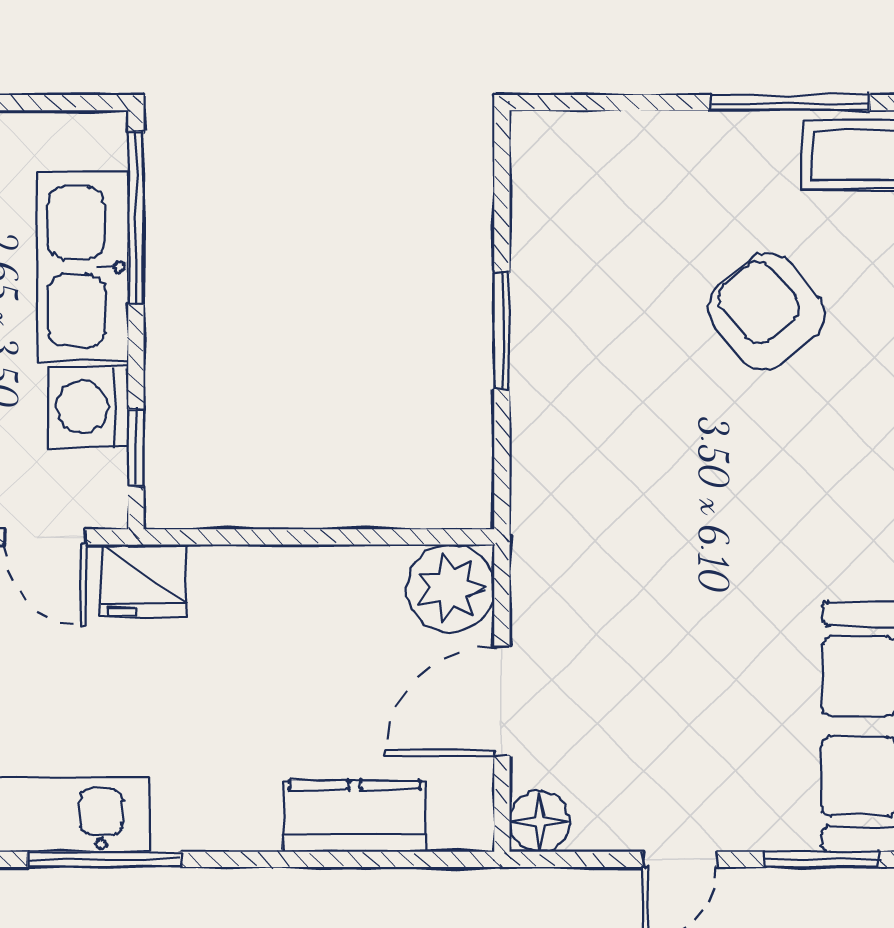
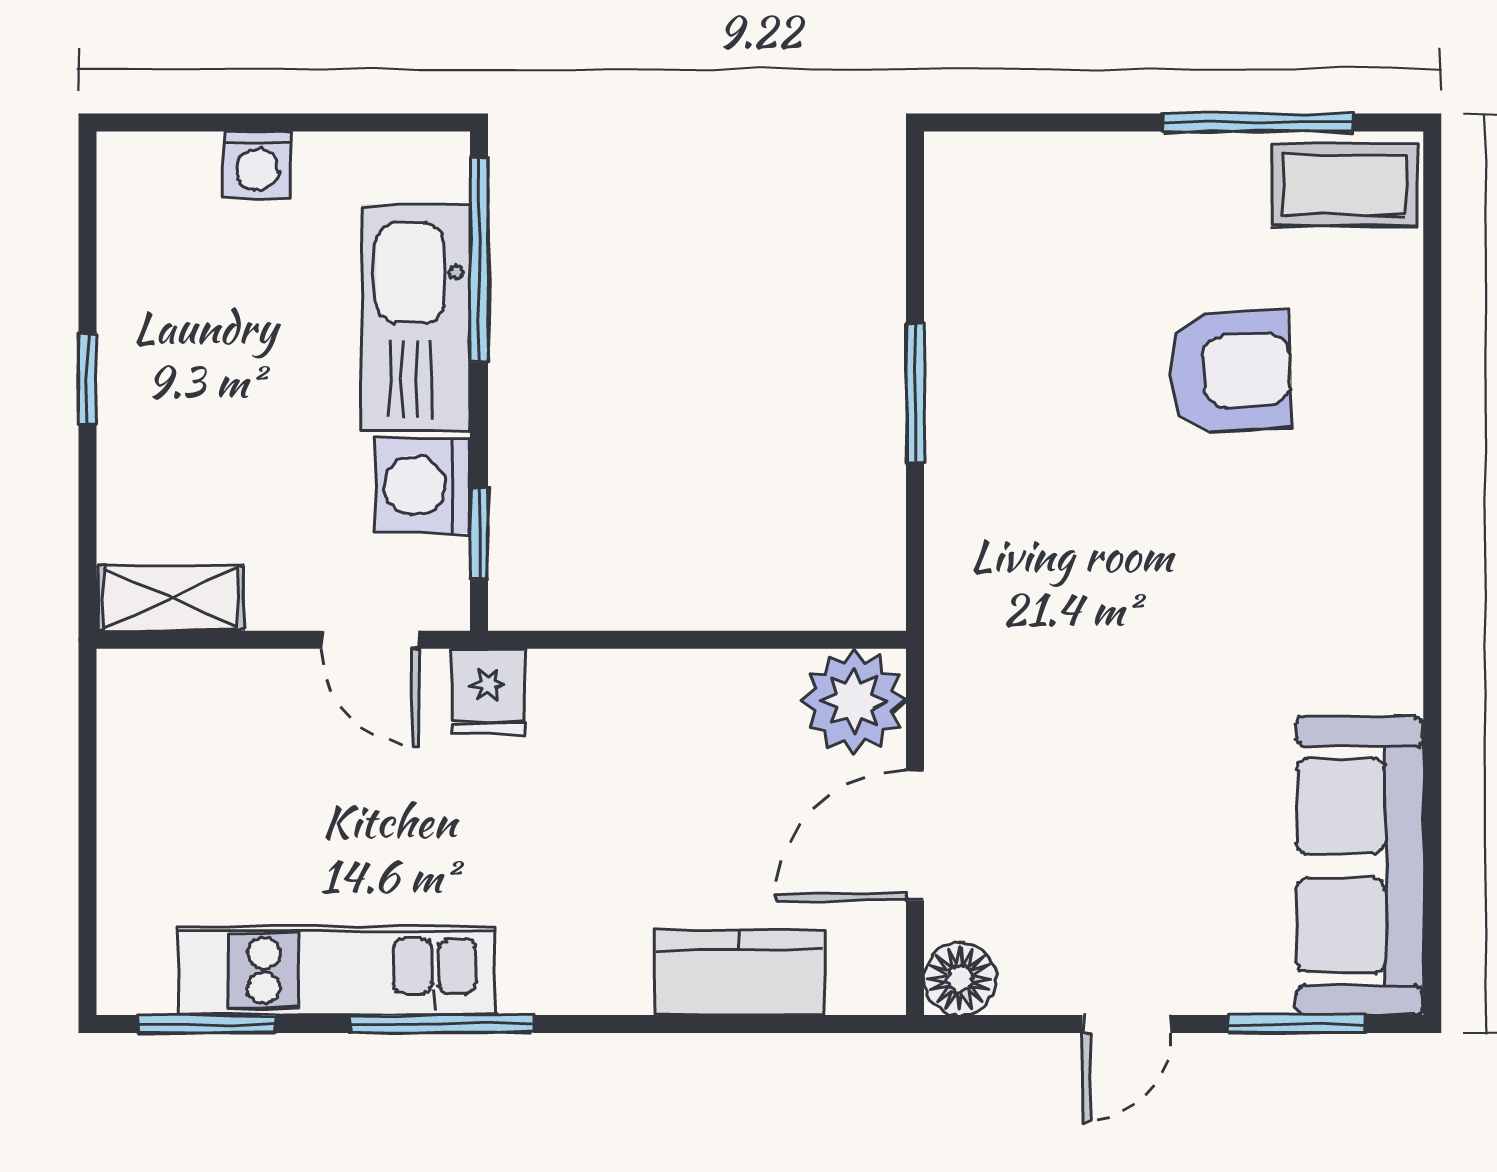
armchair: (766, 312) -> (1230, 371), turned 127
fridge: (144, 581) -> (488, 692), width x0.72

